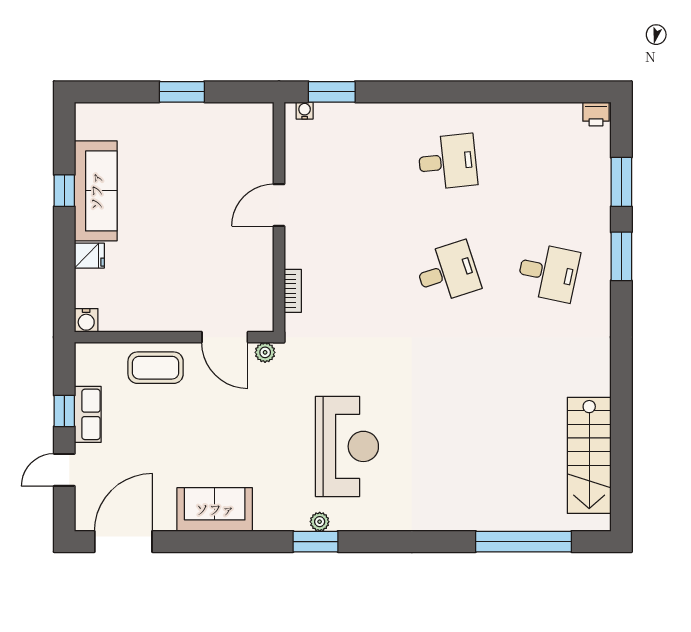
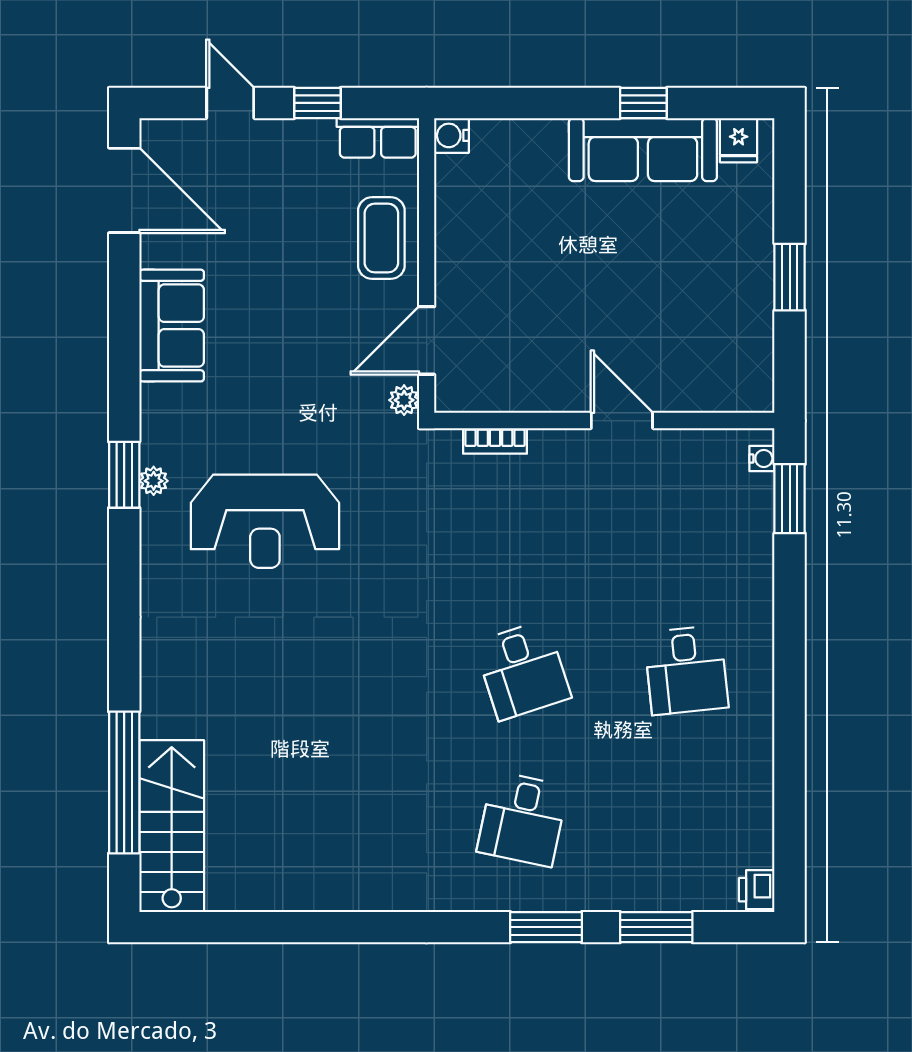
fridge: (89, 256) -> (739, 140), moved
row of seats: (88, 414) -> (378, 138), moved
stairs: (589, 455) -> (172, 826), moved, turned 90

